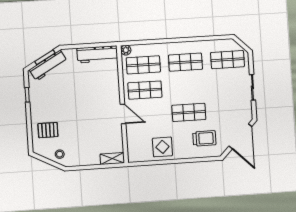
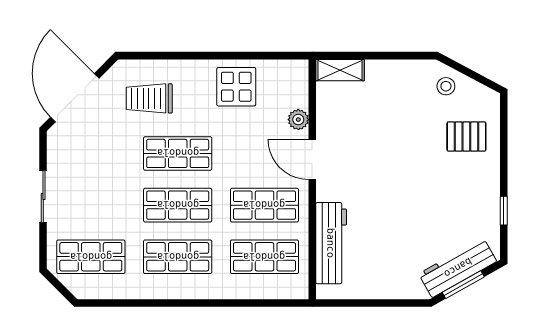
plant: (126, 50) -> (298, 120), moved
workbench: (97, 54) -> (331, 243), moved, turned 90
shop shelf: (187, 87) -> (178, 205), added

